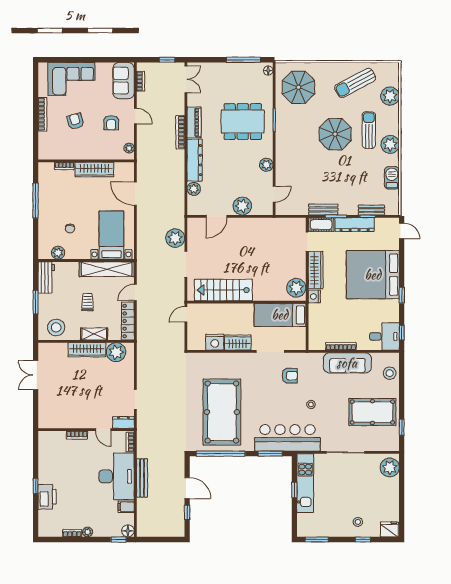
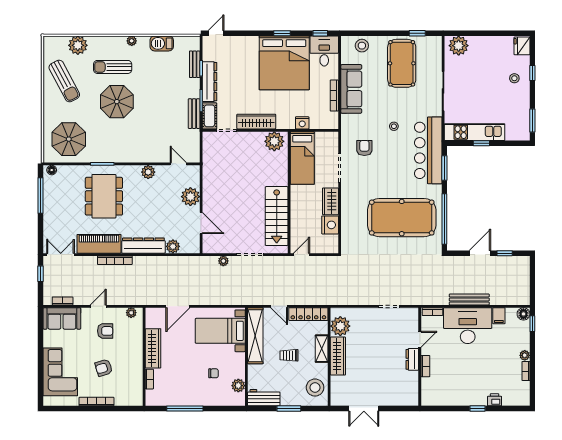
piano: (194, 122) -> (99, 244), width x1.37, depth x1.33
plant: (390, 144) -> (132, 41), width x0.53, depth x0.53
plant: (175, 238) -> (223, 261), width x0.53, depth x0.53
bed: (373, 275) -> (284, 63), moved
nightstand: (314, 296) -> (302, 123), moved
door: (186, 314) -> (302, 255), swing flipped
dresser: (123, 422) -> (412, 359), moved
printer: (47, 497) -> (495, 400), width x0.53, depth x0.68

